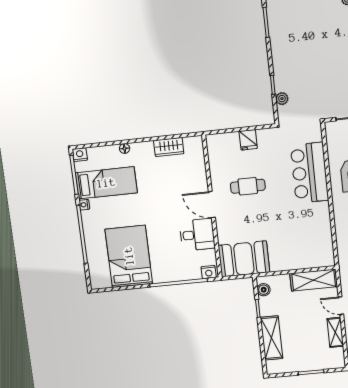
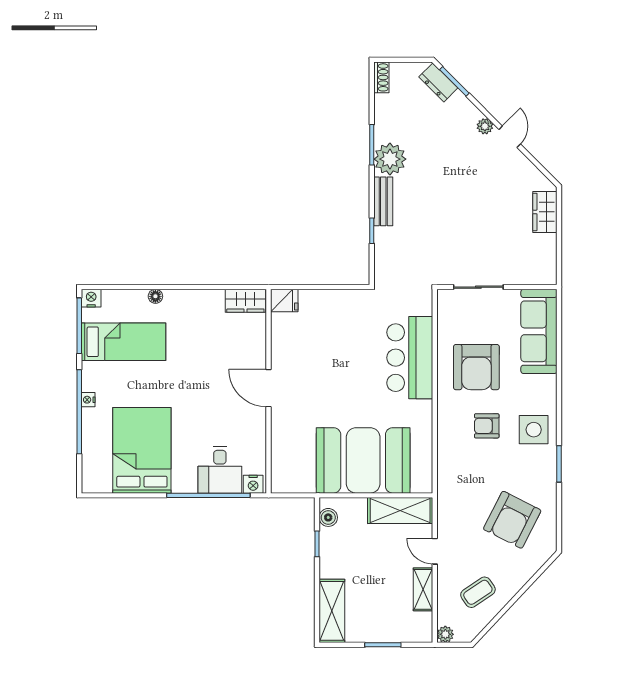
bench: (279, 63) -> (383, 201), added
plant: (282, 99) -> (390, 159), moved, width x1.87, depth x1.87
fridge: (248, 140) -> (284, 301), moved, turned -90
wardrobe: (169, 147) -> (245, 301), moved
cafe table: (248, 186) -> (322, 367), removed
nightstand: (84, 205) -> (88, 400), moved
desk: (197, 235) -> (220, 470), moved, turned 90
booth: (244, 259) -> (363, 460), moved, width x1.36, depth x1.42
shelving: (271, 338) -> (332, 611), moved

